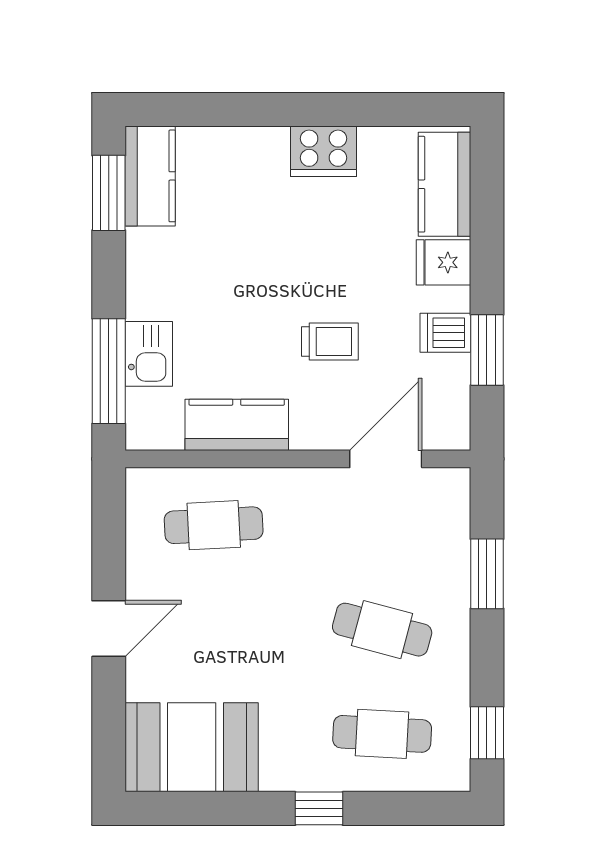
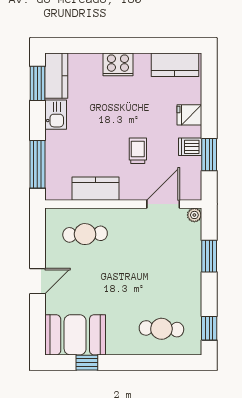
cooker: (324, 151) -> (118, 64), moved
kitchen counter: (444, 184) -> (175, 65), moved, turned -90
trolley: (330, 342) -> (138, 151), turned -90
kitchen sink: (149, 354) -> (56, 115), moved
plant: (455, 483) -> (194, 215), added
cafe table: (382, 630) -> (161, 281), removed
window: (319, 808) -> (87, 363), moved

